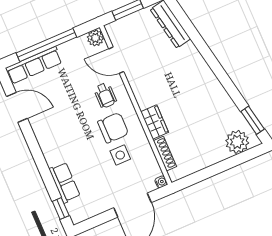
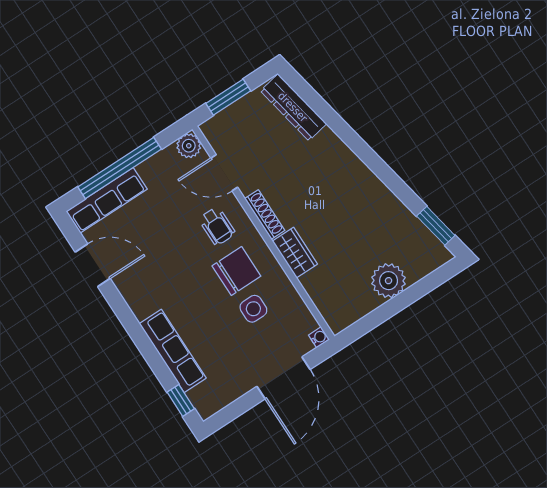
plant: (237, 142) -> (389, 281), moved
shoe rack: (165, 154) -> (265, 215), moved
row of seats: (65, 183) -> (173, 351), width x1.48

